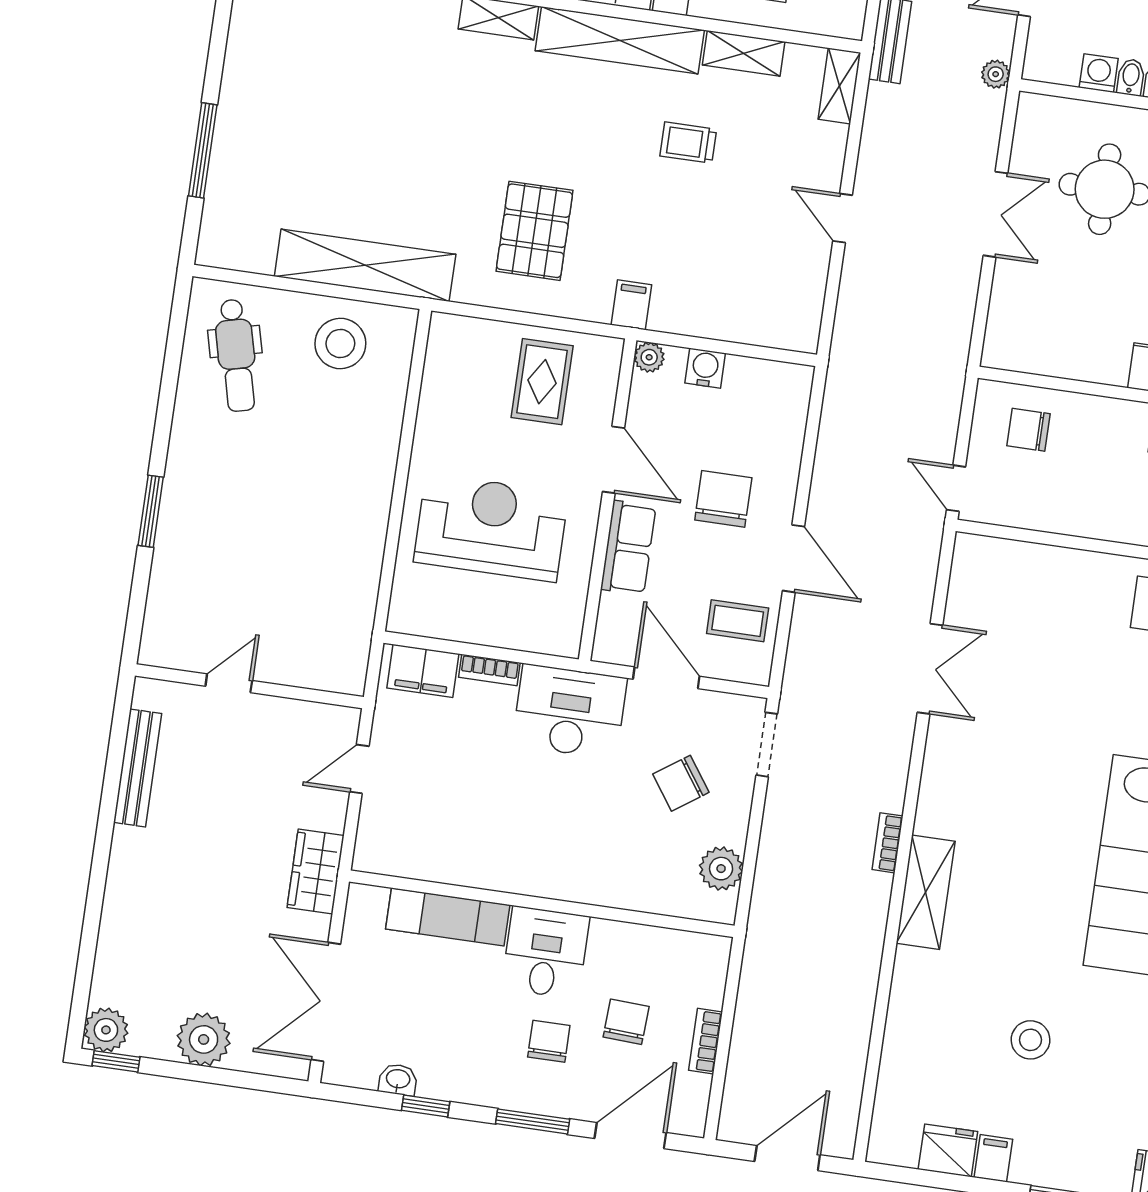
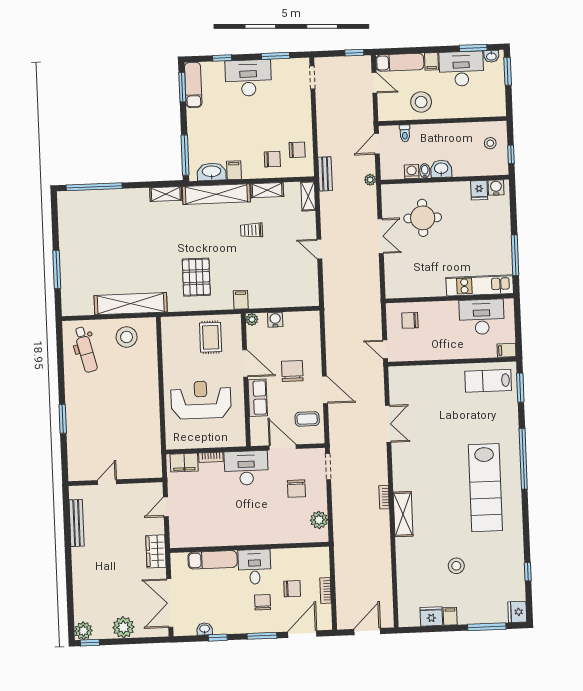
chair: (681, 783) -> (296, 489), turned -55
chair: (626, 1022) -> (292, 589), turned 87

